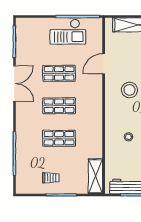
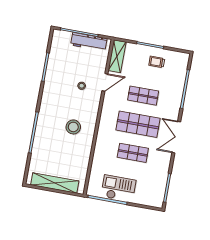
door: (104, 64) -> (105, 82), moved
double door: (14, 84) -> (176, 137), moved
shop shelf: (59, 106) -> (138, 124), width x1.43, depth x1.36

